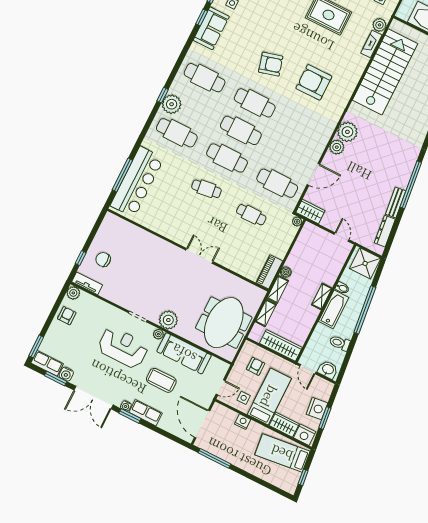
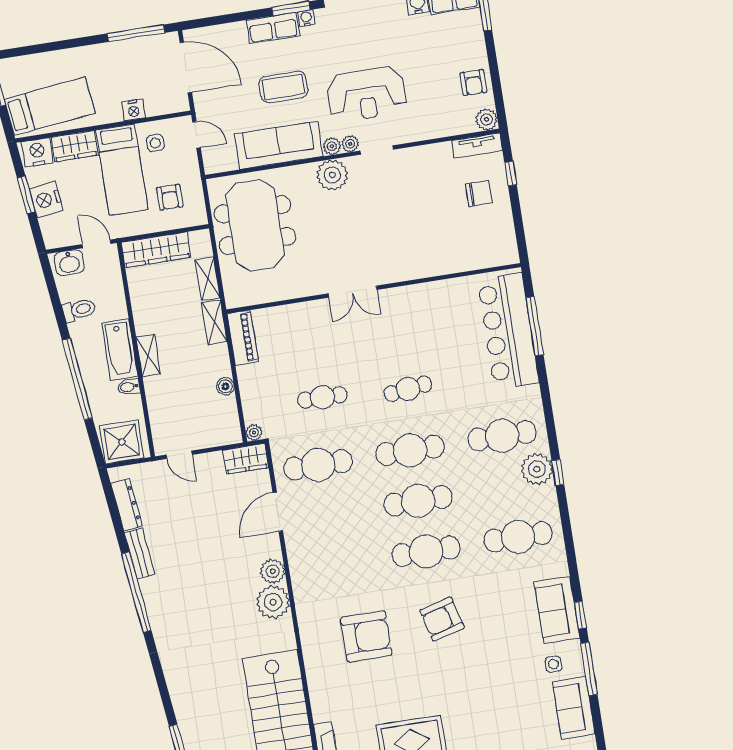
boiler: (286, 272) -> (225, 386), moved
plant: (149, 329) -> (350, 144), added
door: (221, 387) -> (196, 135), swing flipped

